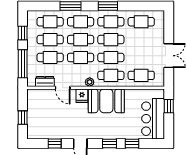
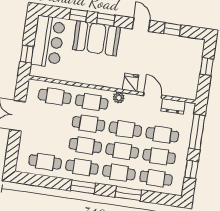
booth: (106, 101) -> (96, 38), moved

